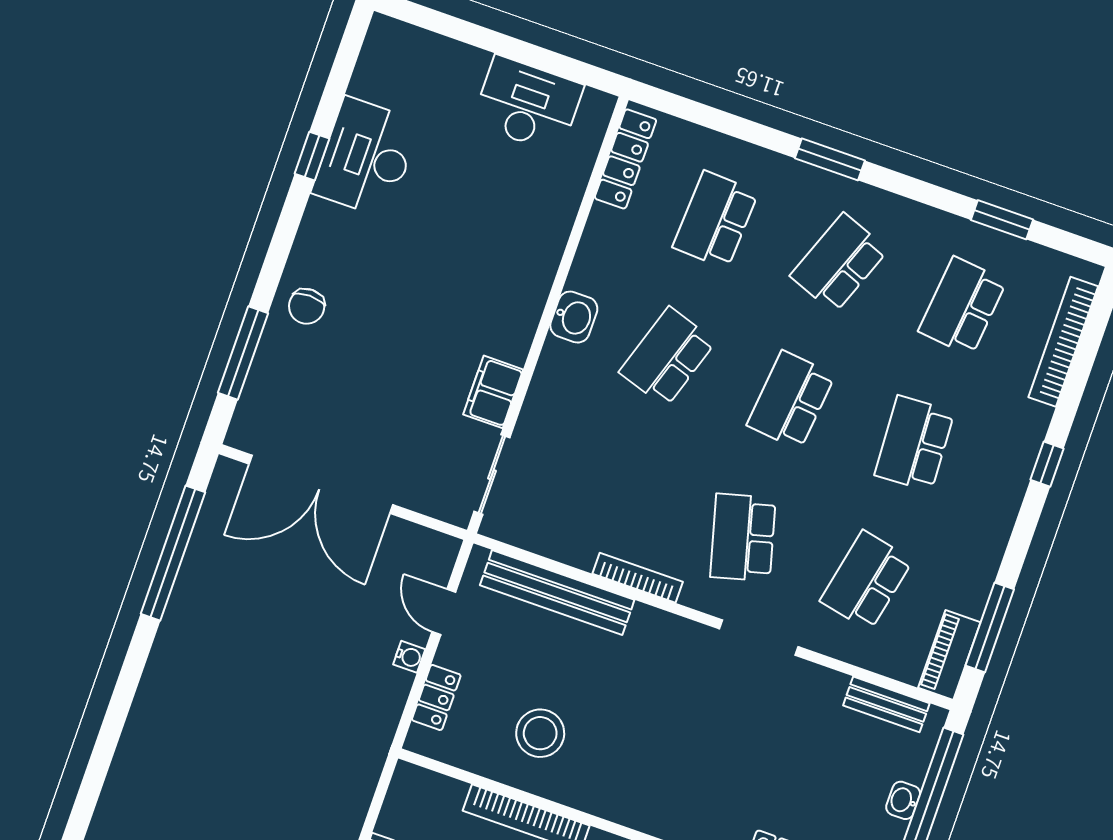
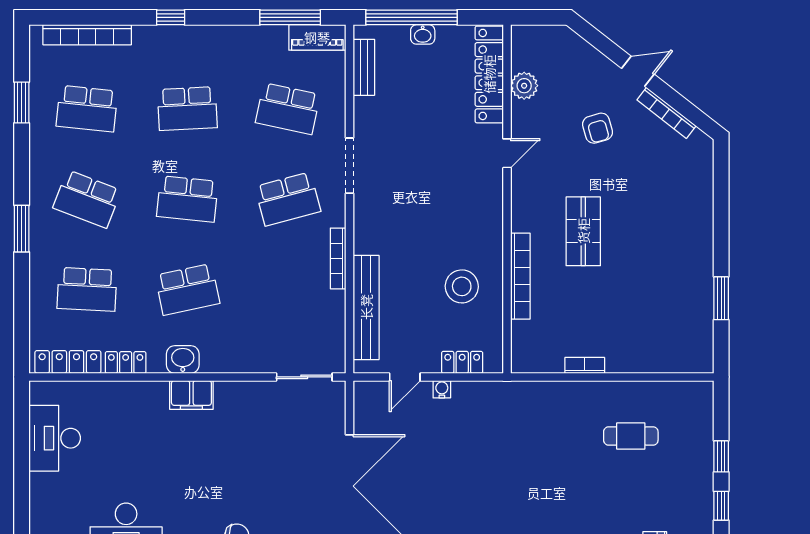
locker: (597, 238) -> (126, 362), added
school desk: (667, 357) -> (187, 289), turned -30
filing cabinet: (493, 392) -> (191, 395), moved

